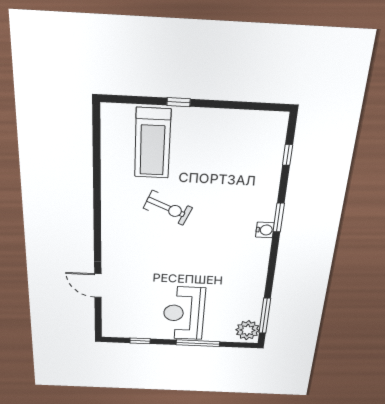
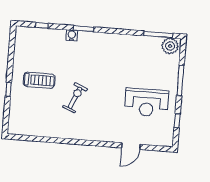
treadmill: (153, 143) -> (39, 80), moved, width x0.73, depth x0.73
water cooler: (265, 230) -> (72, 35), moved
reception desk: (184, 313) -> (147, 103), moved

